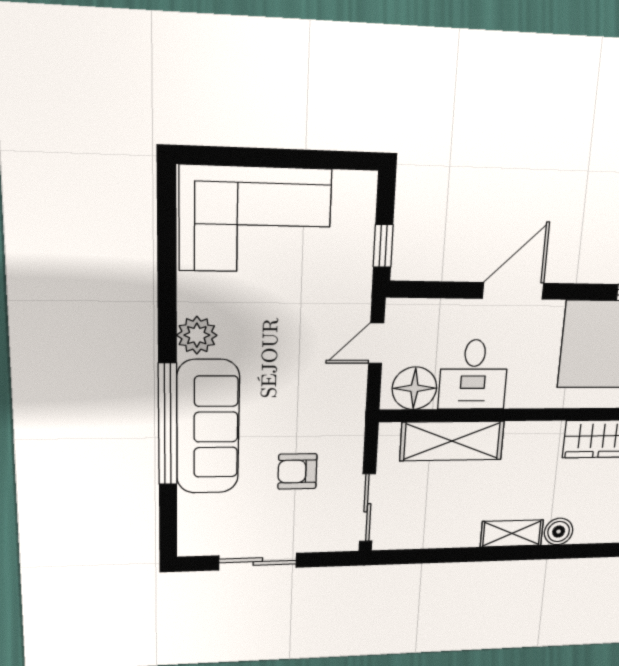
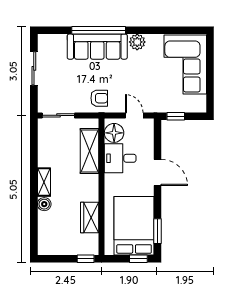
armchair: (297, 471) -> (99, 98), moved, turned 90

